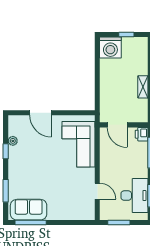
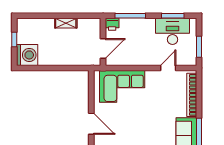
door: (41, 113) -> (91, 124), hinge flipped
bookcase: (70, 215) -> (192, 95), added

